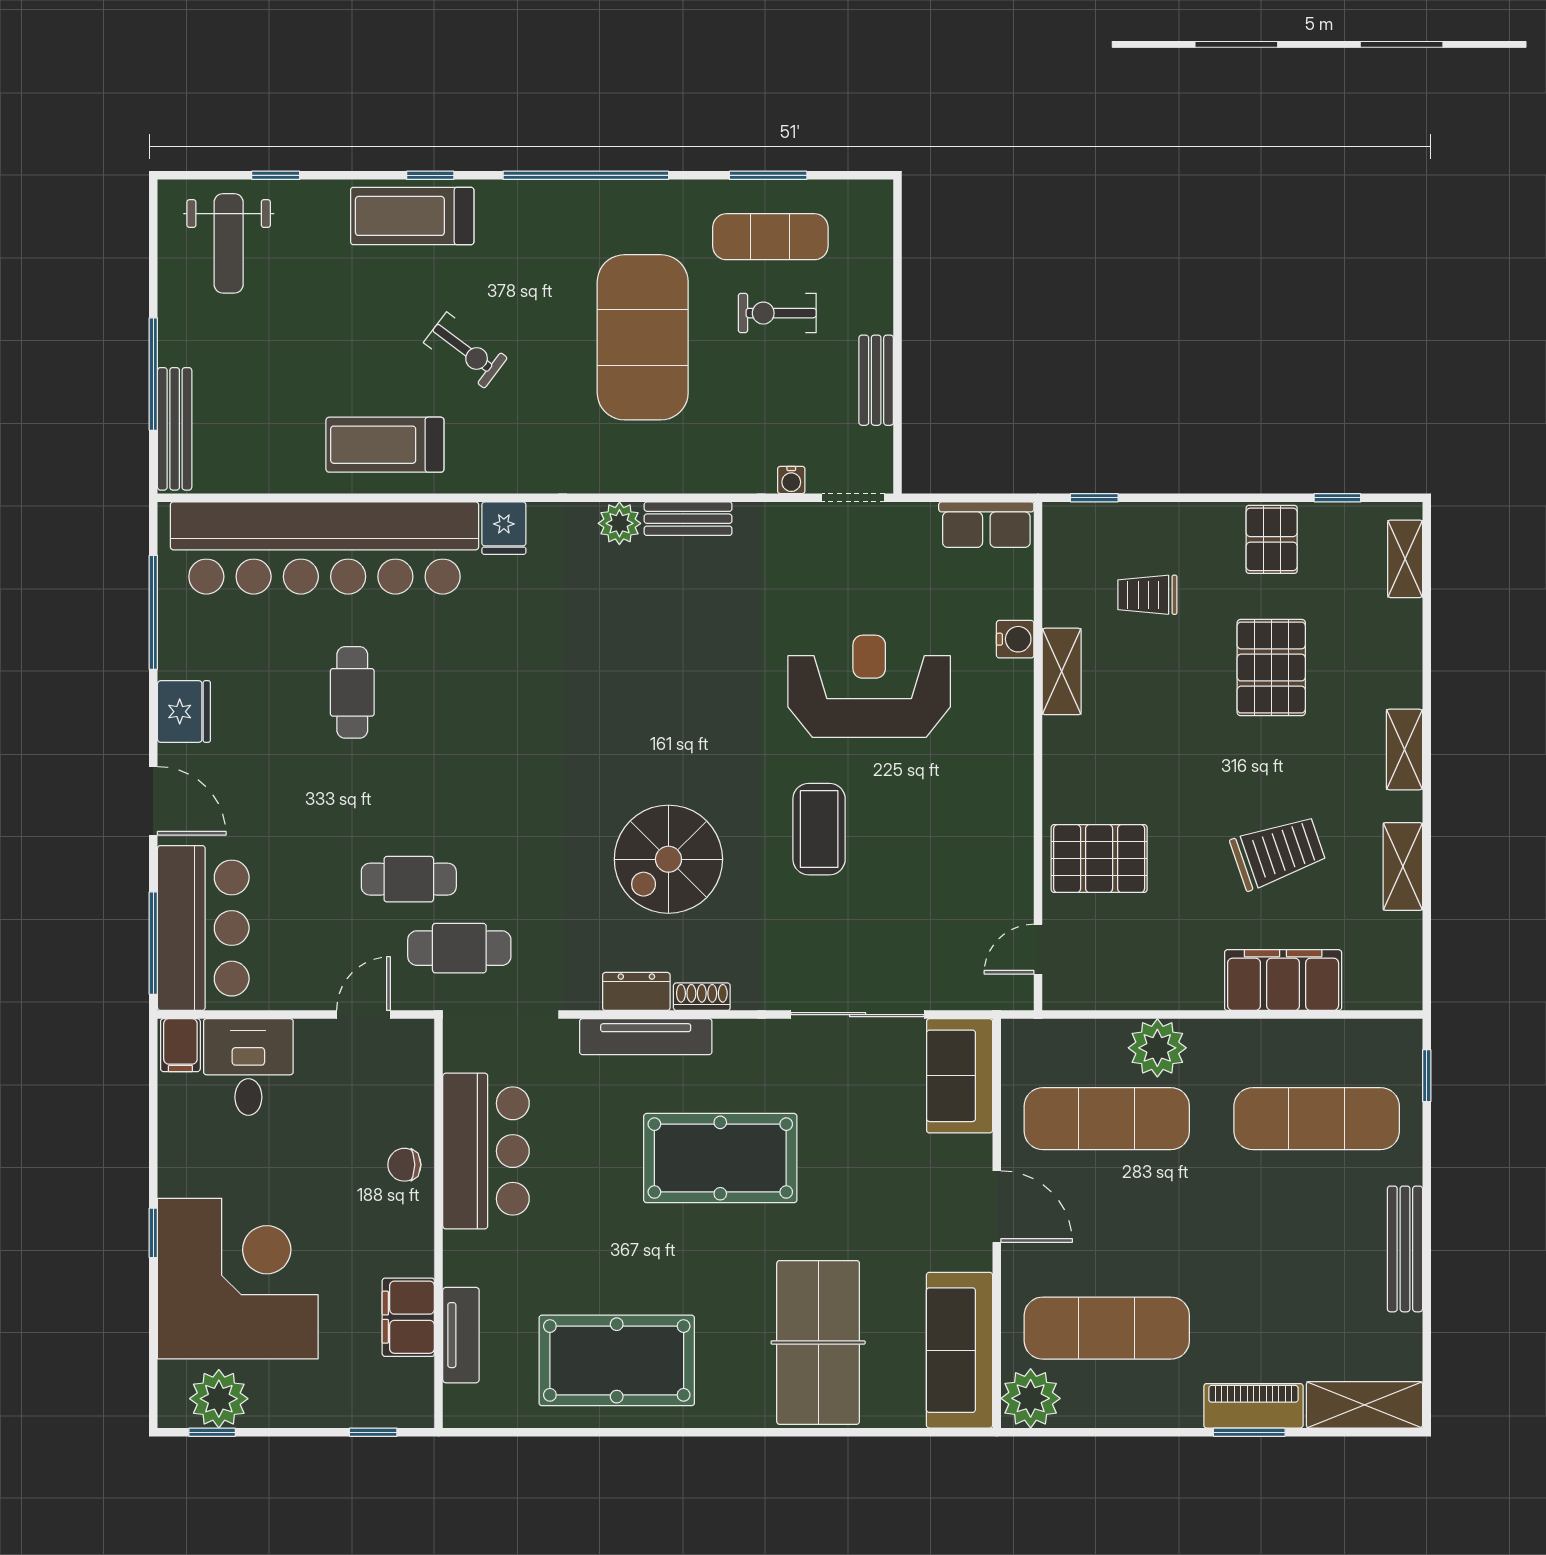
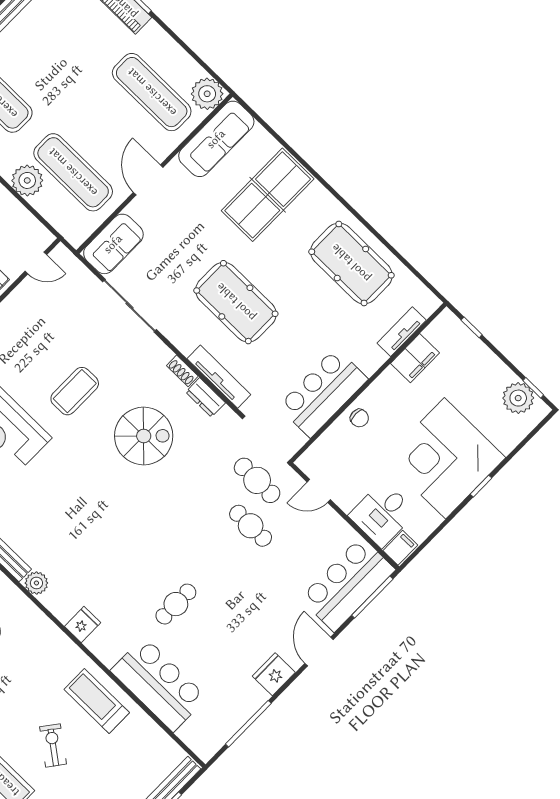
exercise bike: (466, 350) -> (53, 745), moved
treadmill: (385, 445) -> (97, 701), turned 180
bar counter: (324, 548) -> (159, 684), width x0.54
cafe table: (352, 692) -> (176, 604), moved
corner desk: (238, 1279) -> (445, 458), moved

